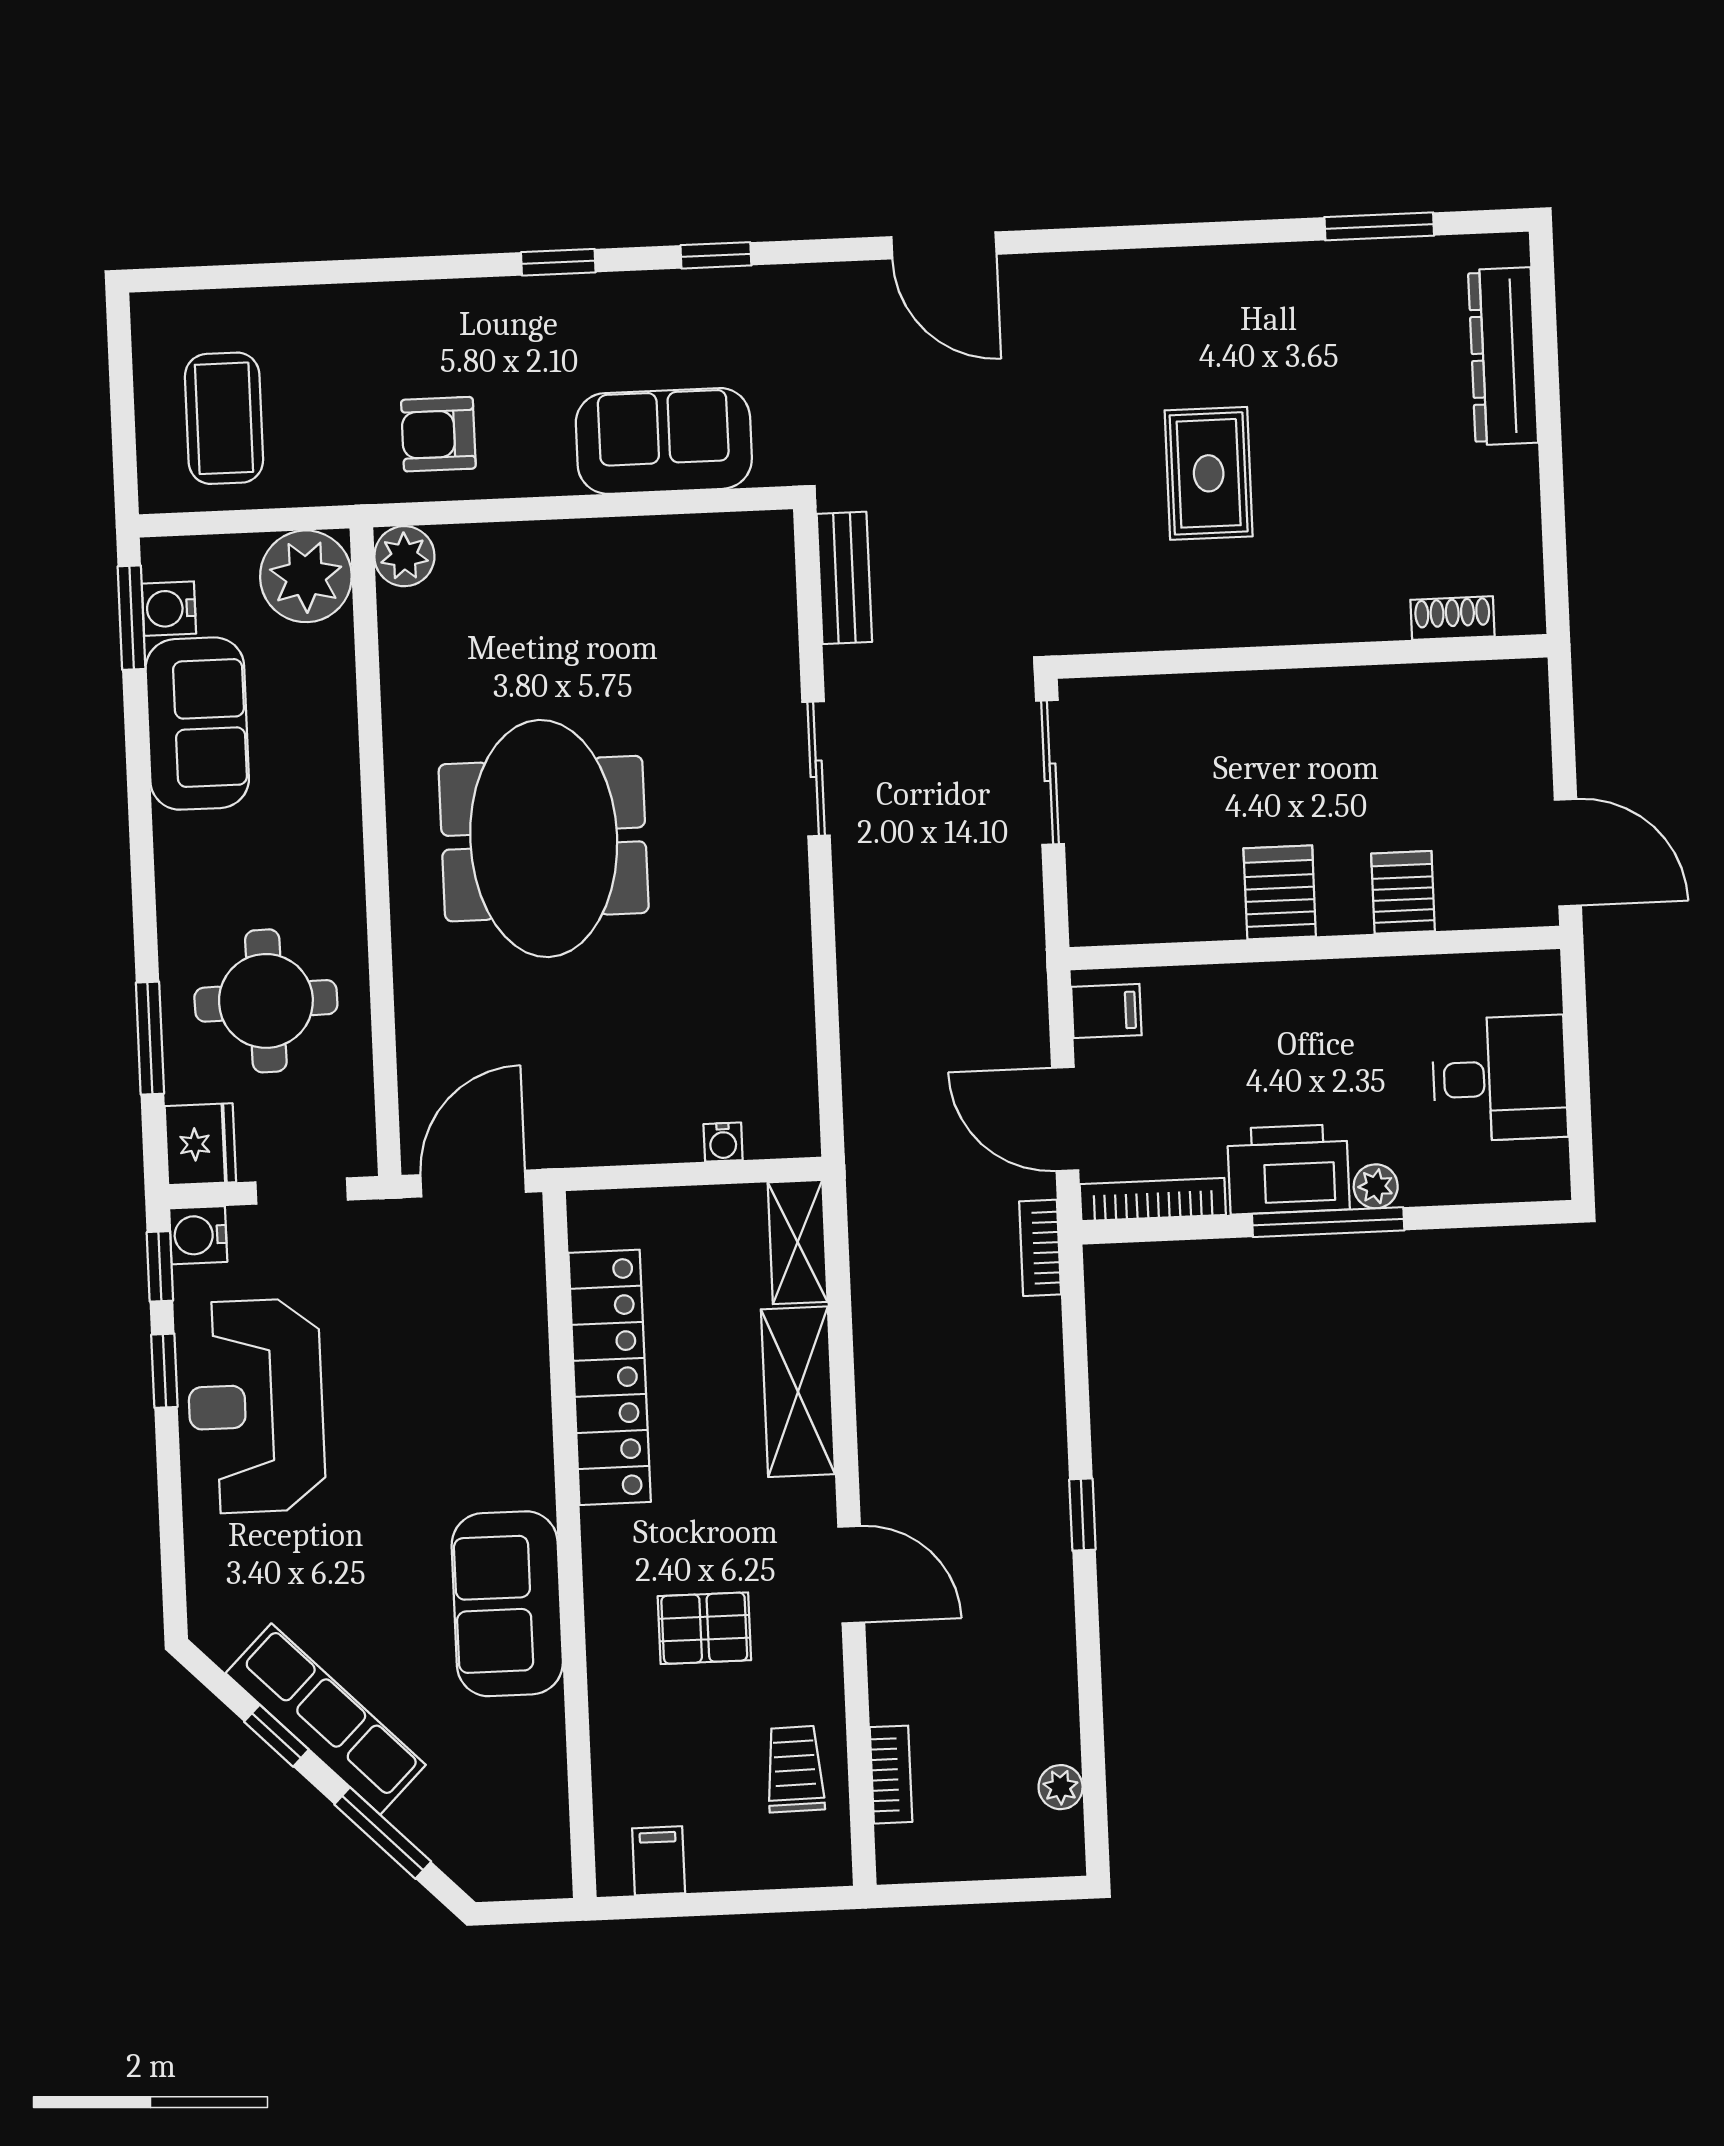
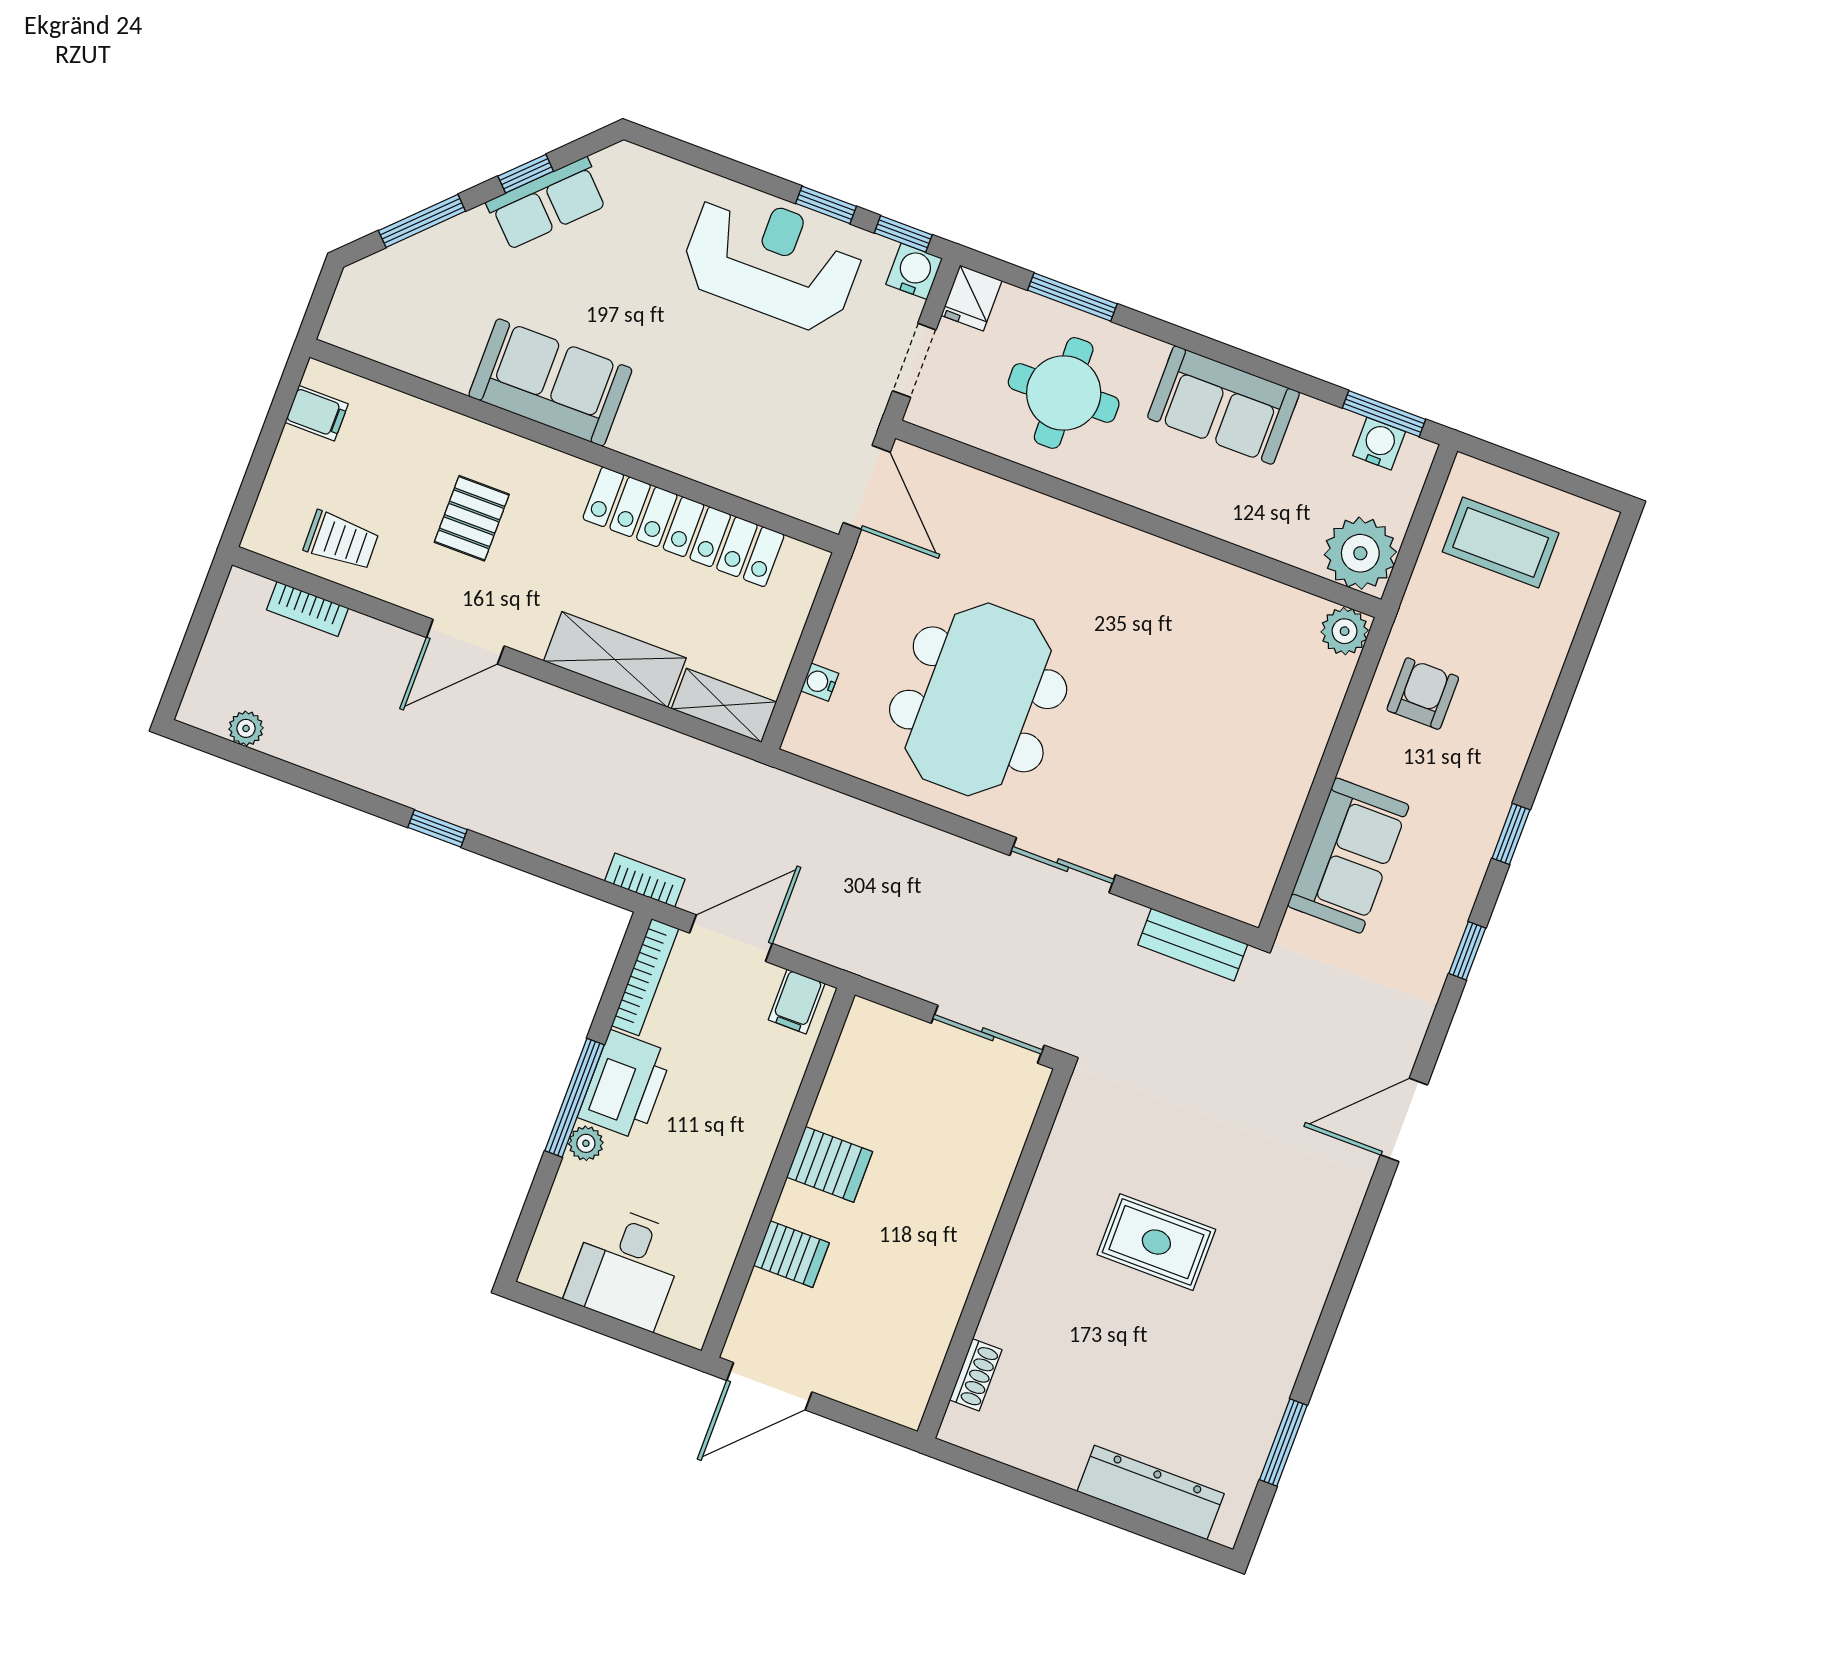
sofa: (197, 724) -> (1224, 405), moved
meeting table: (544, 839) -> (978, 699), moved, turned 90
fridge: (200, 1144) -> (972, 298), width x0.72
row of seats: (326, 1719) -> (547, 204), width x0.68

